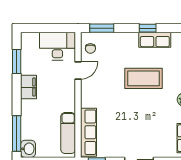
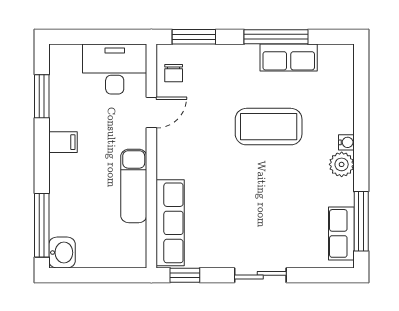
window: (148, 28) -> (276, 37), width x2.17
filing cabinet: (29, 87) -> (63, 142), width x0.50
exam couch: (68, 133) -> (134, 186), moved

